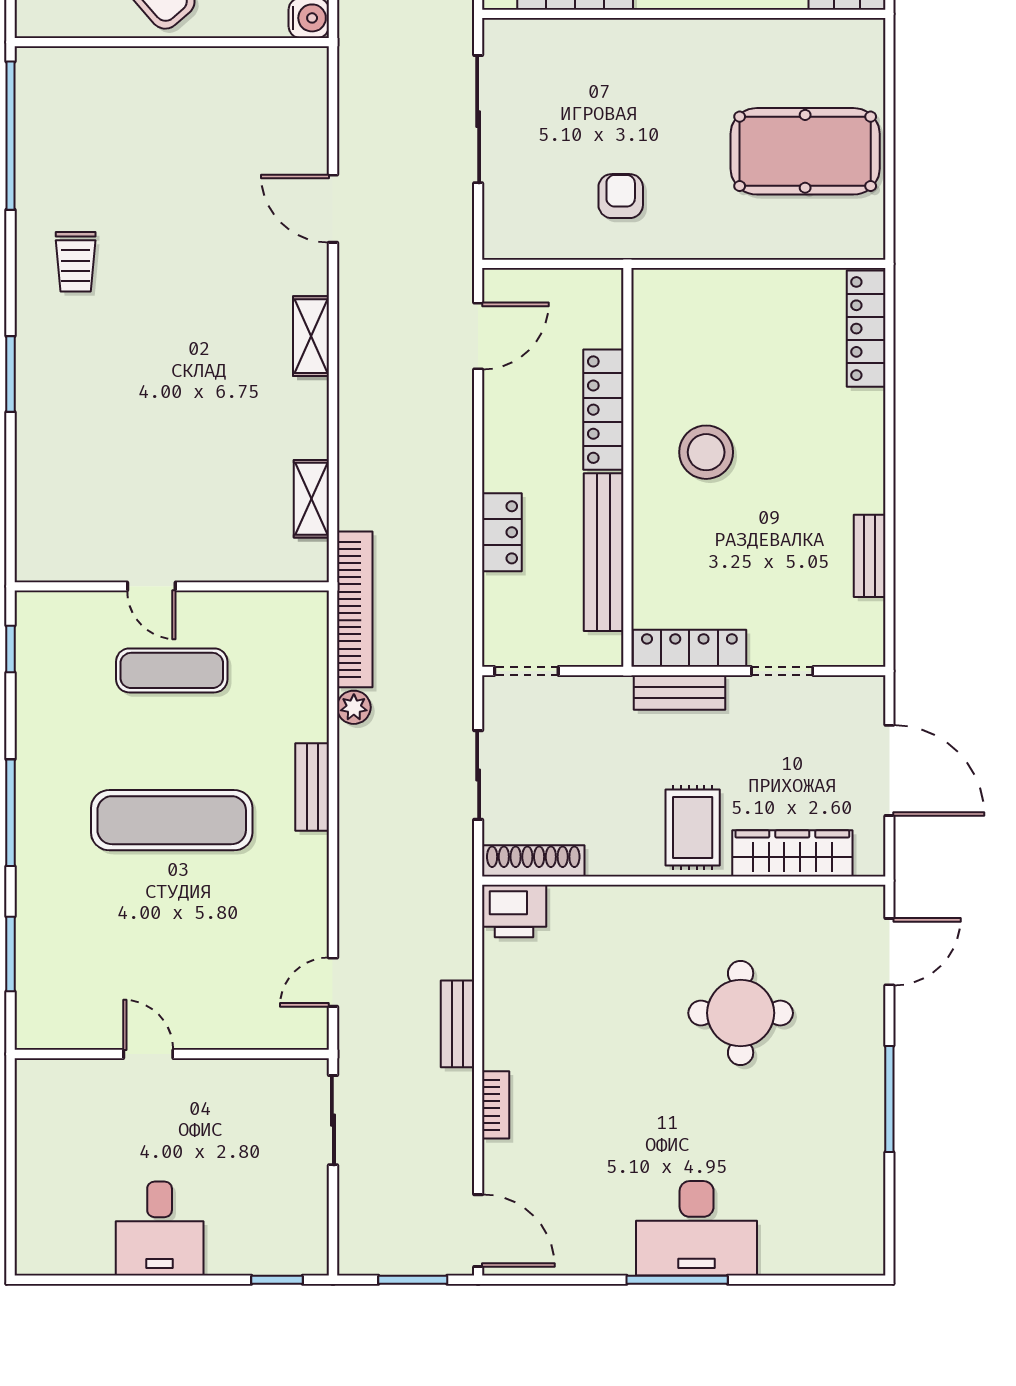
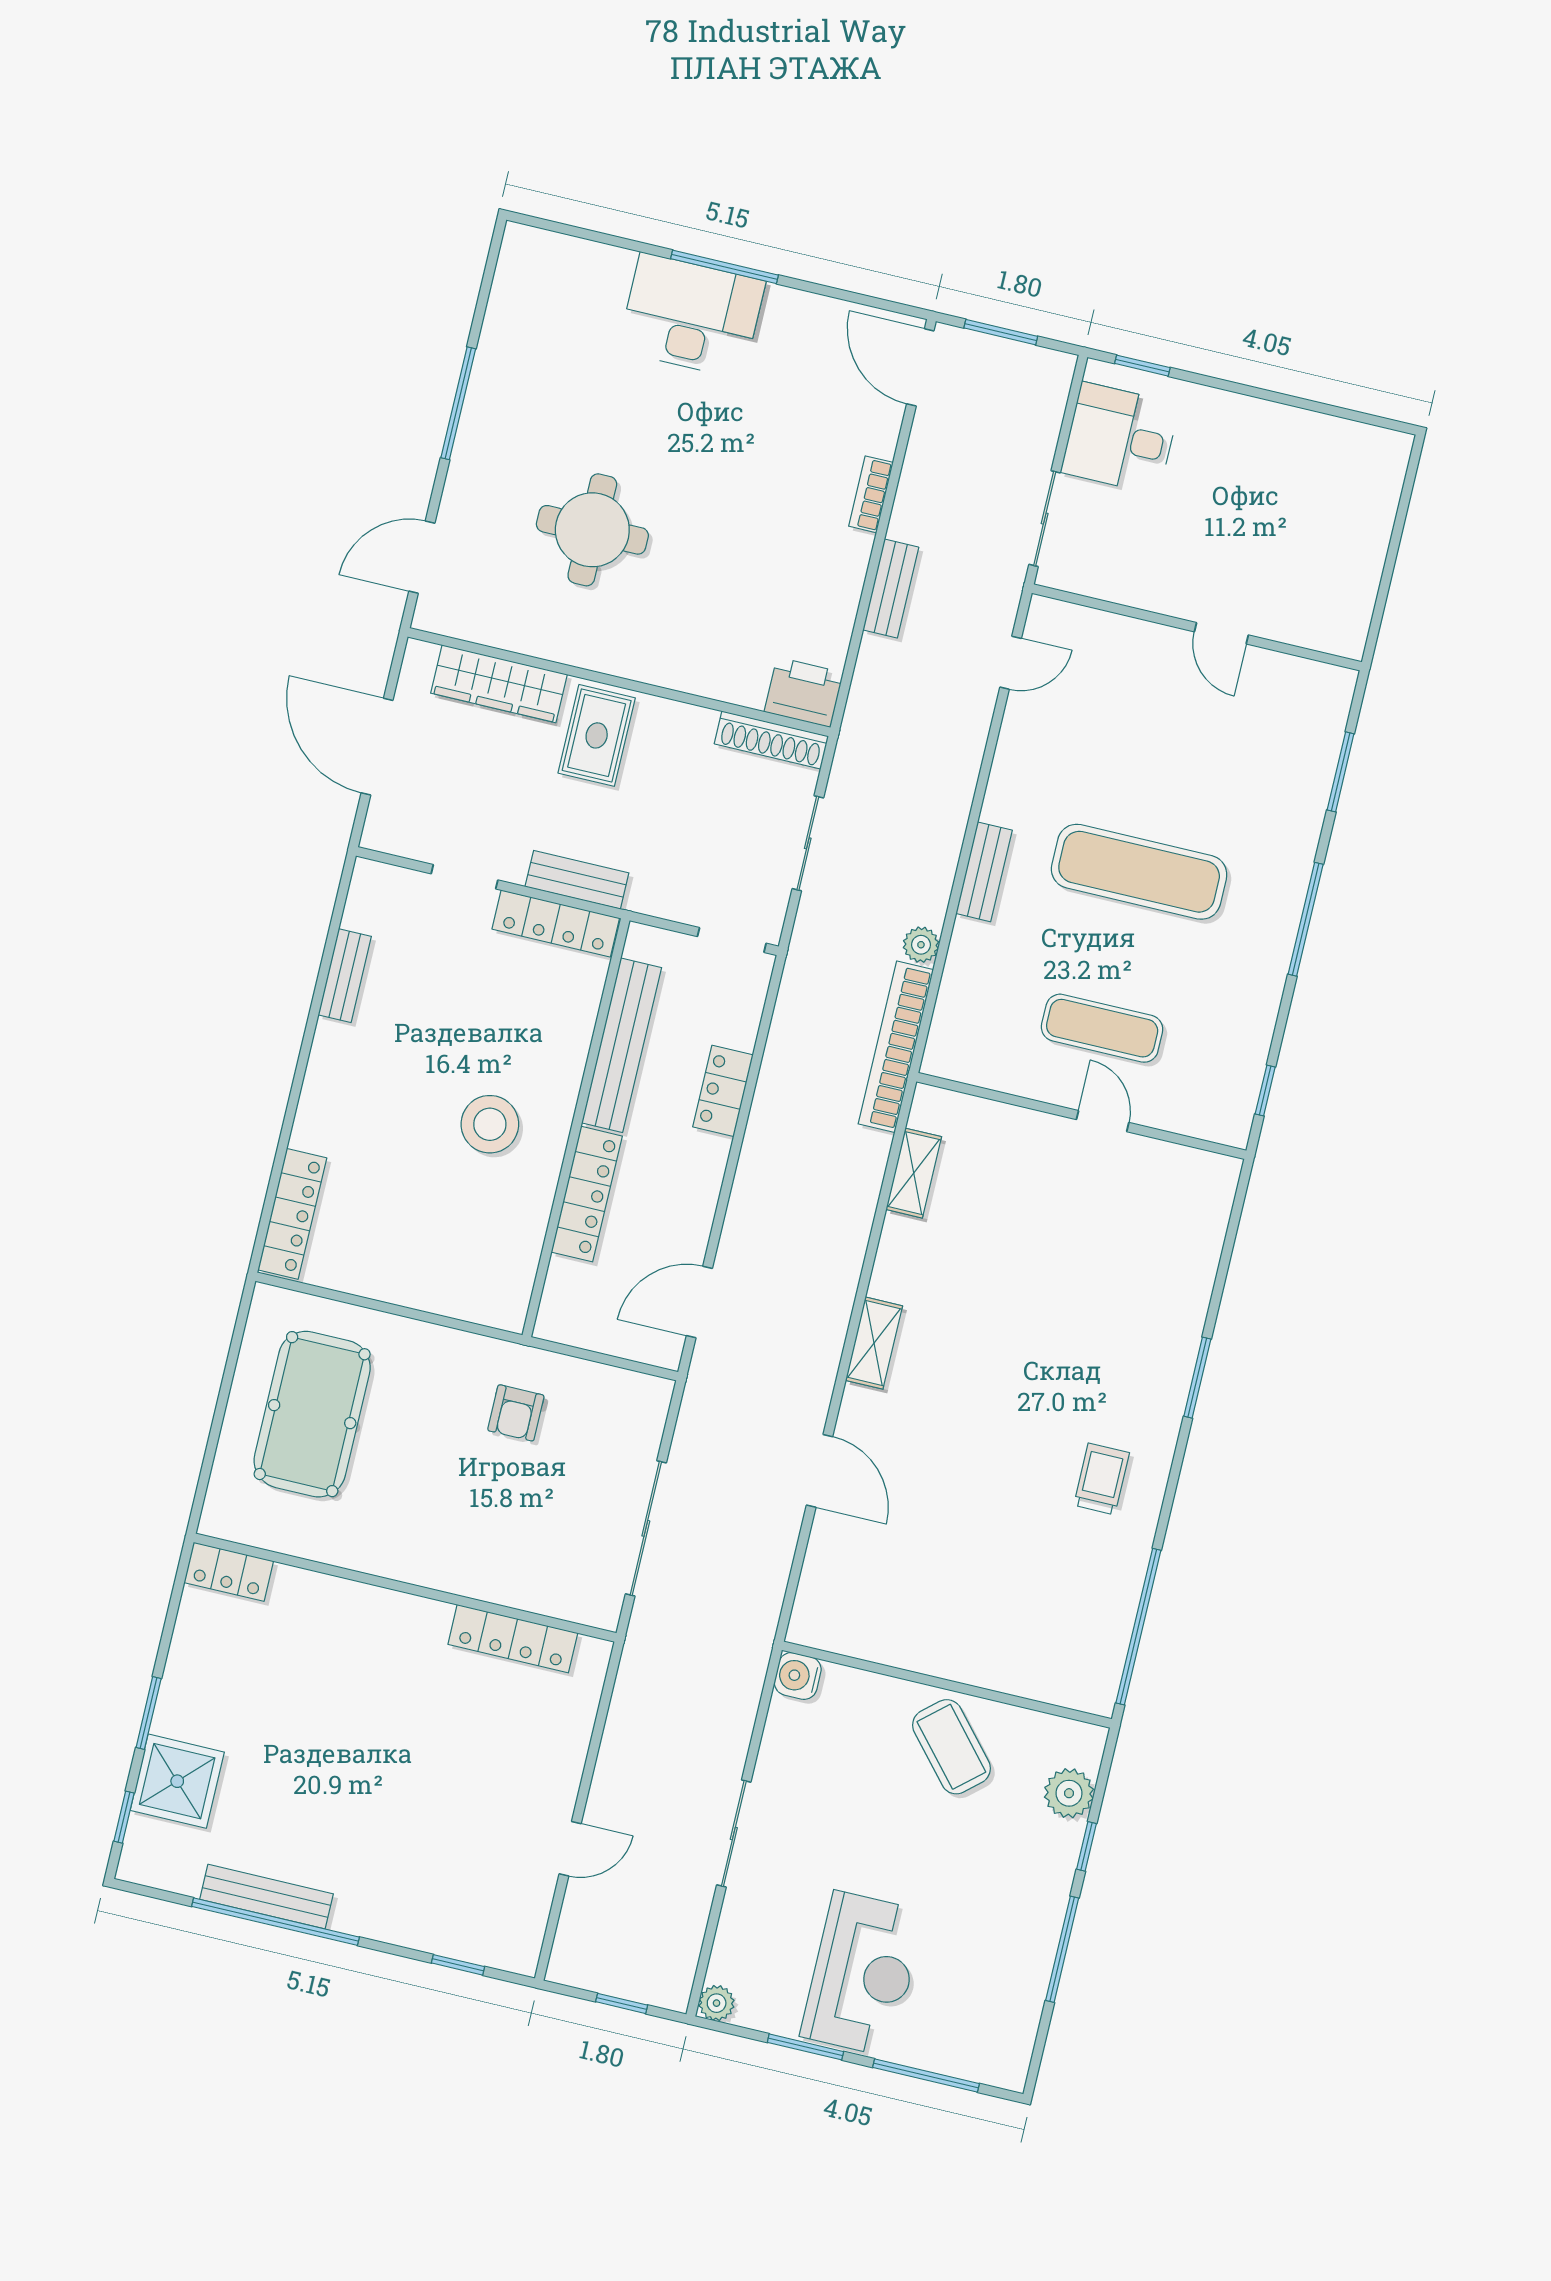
pool table: (805, 151) -> (312, 1414), turned 90
desk: (160, 1229) -> (1120, 438), moved, turned -90

